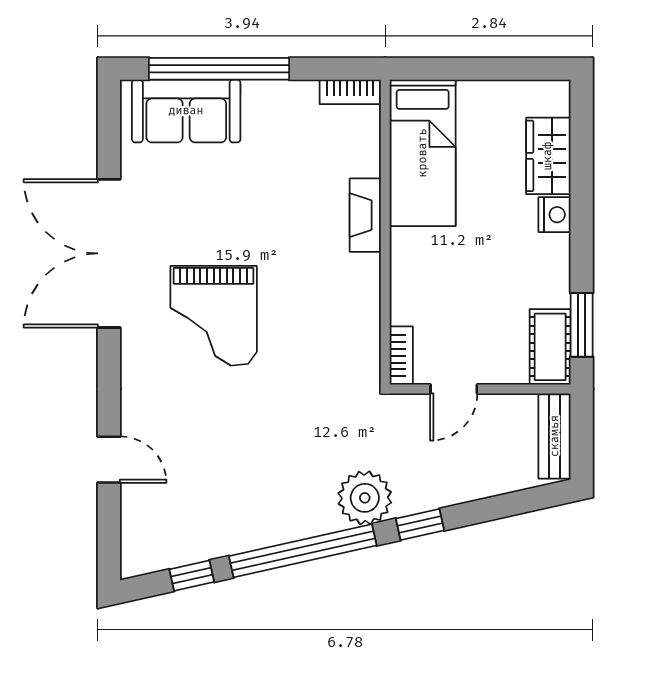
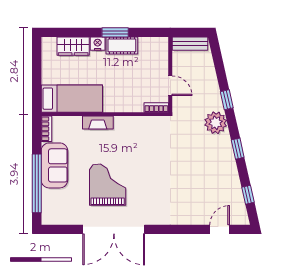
sofa: (186, 111) -> (54, 165), moved
grand piano: (214, 316) -> (108, 185), moved, turned -90
window: (582, 325) -> (115, 32), moved
cot: (550, 347) -> (122, 45), moved
door: (109, 460) -> (220, 229), moved
window: (303, 551) -> (238, 149), width x0.32

